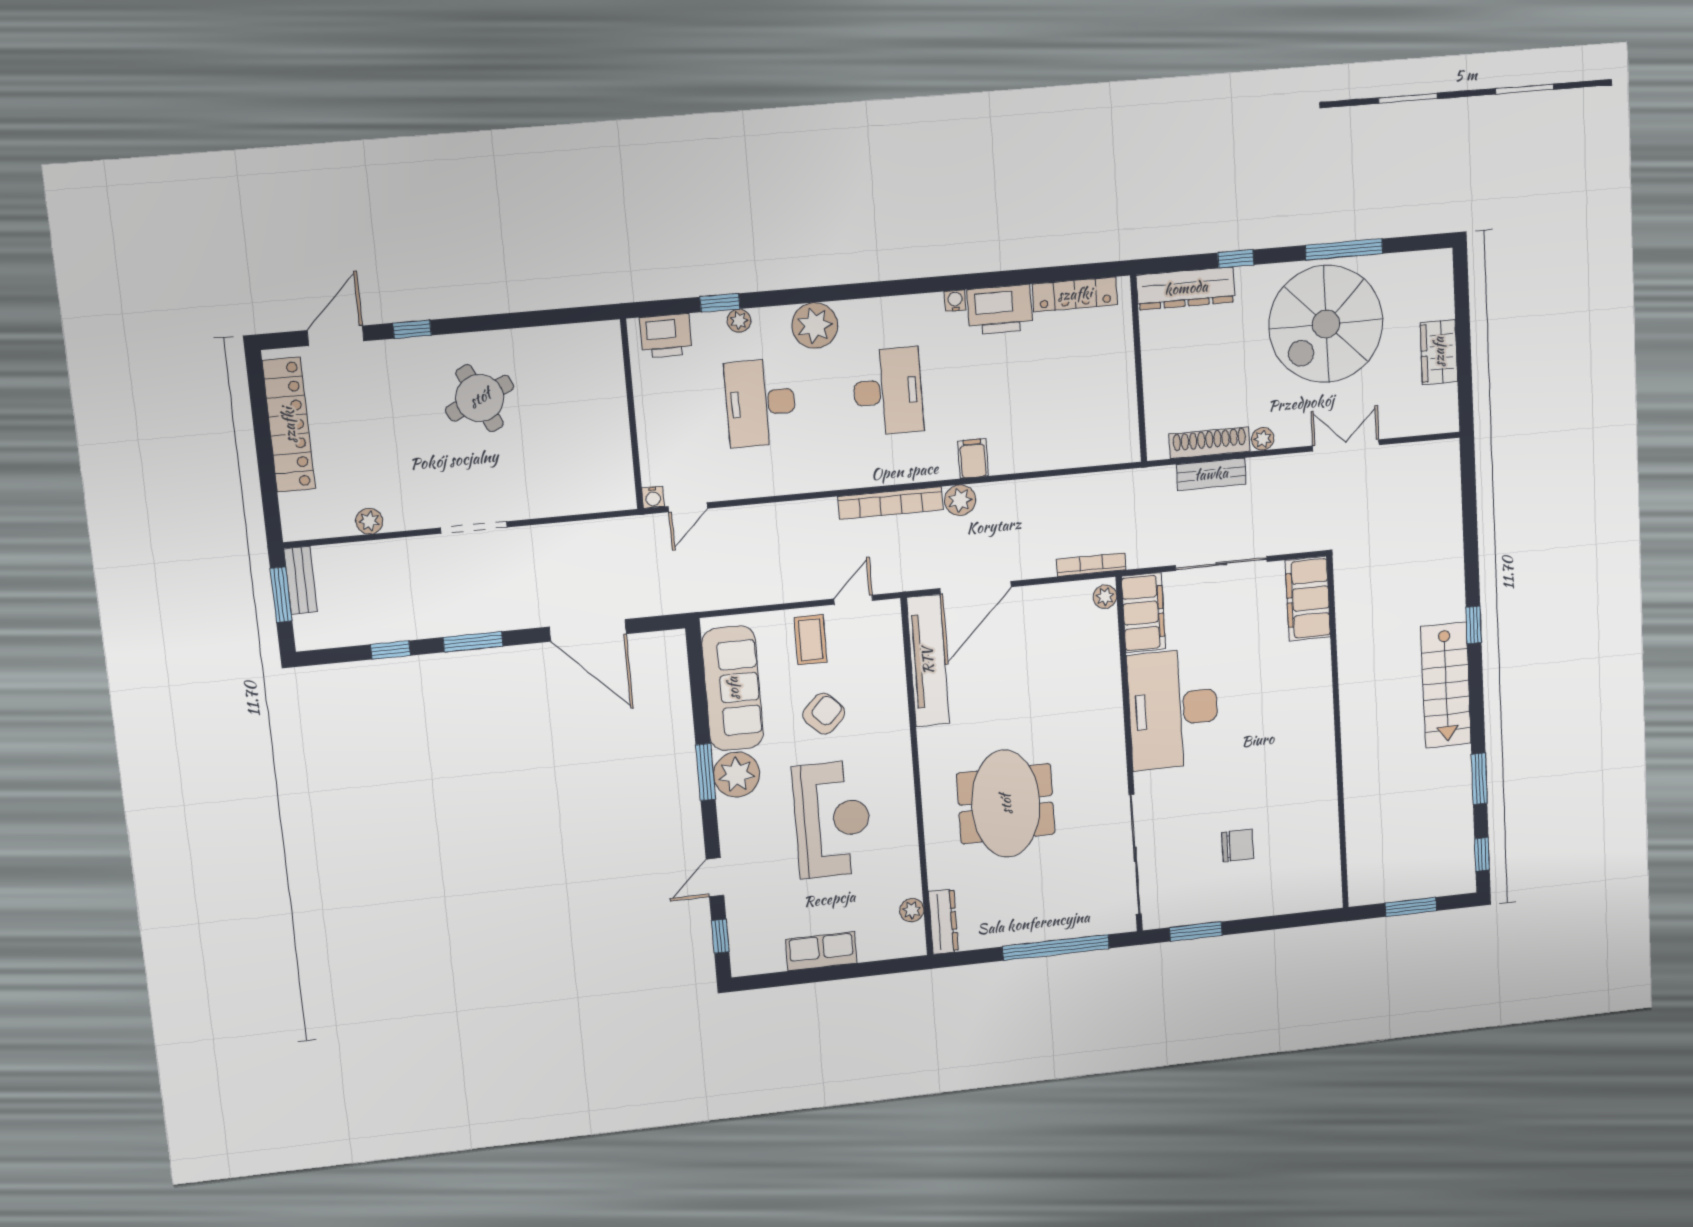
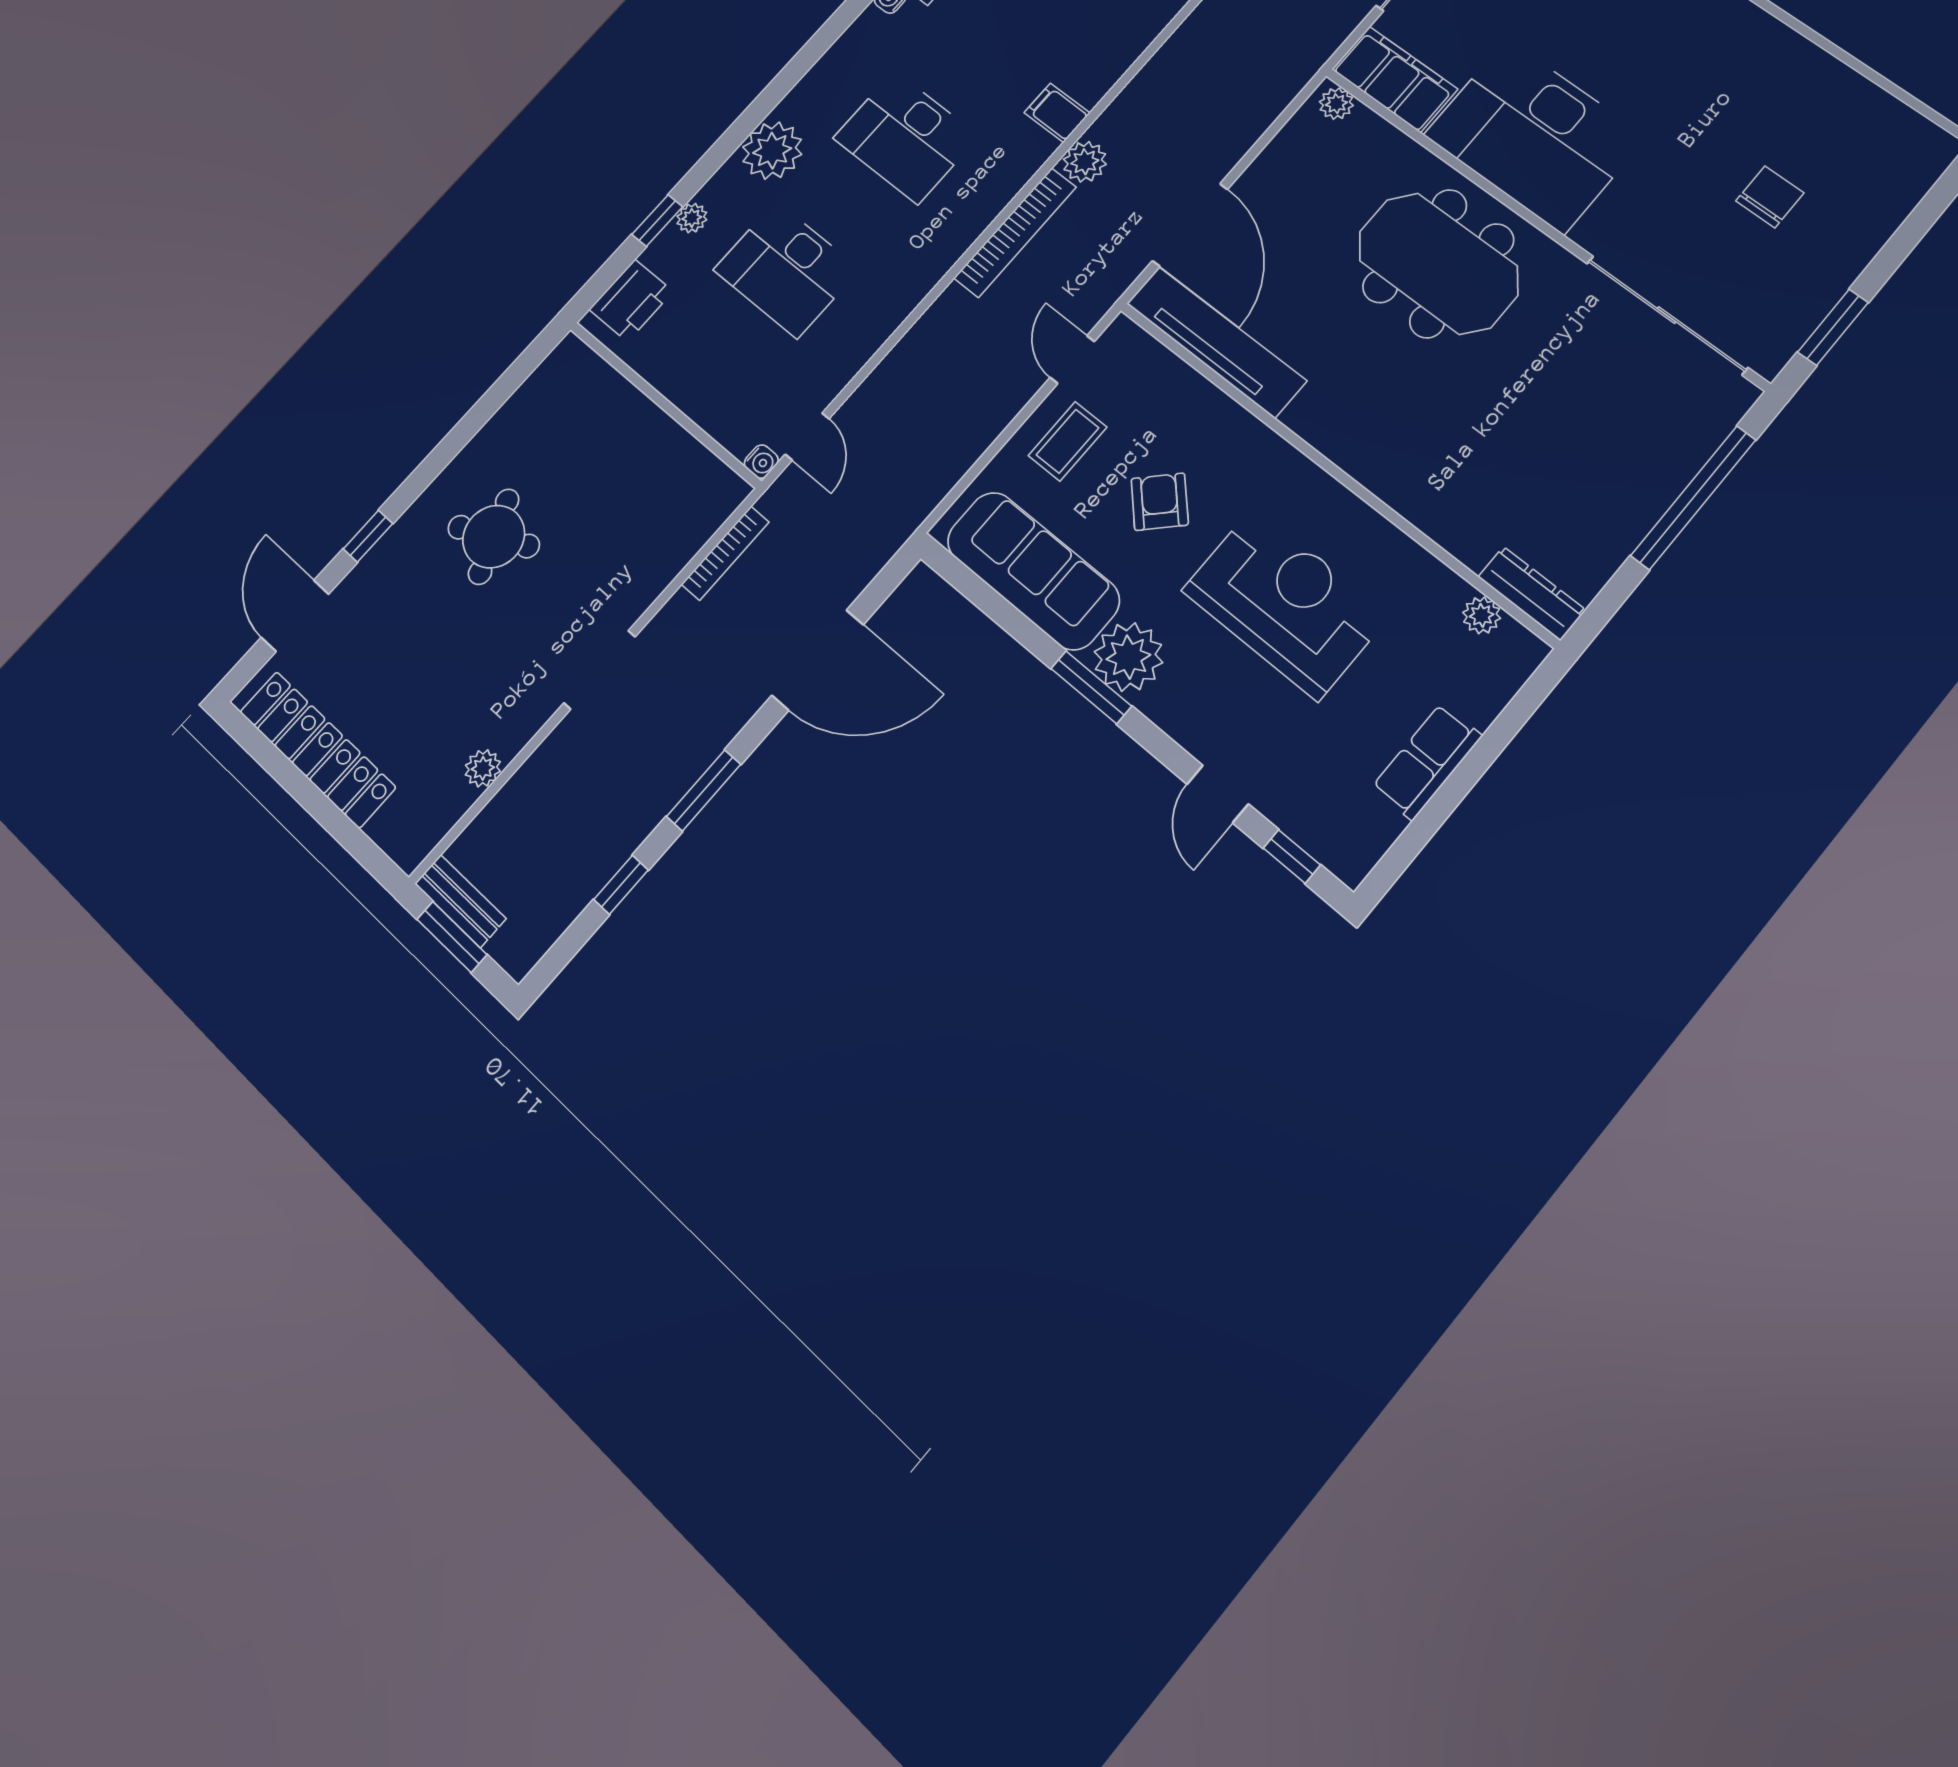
desk: (888, 391) -> (906, 137), turned 180
bookcase: (1091, 565) -> (725, 553), moved, turned 180
coffee table: (811, 640) -> (1067, 441), turned 90
meeting table: (1006, 804) -> (1438, 263), moved

